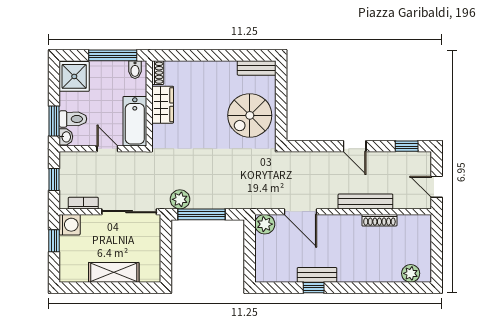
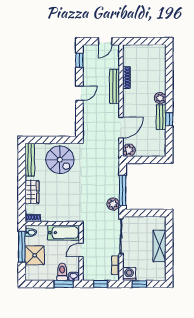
bench: (257, 68) -> (30, 160), width x1.36
shower: (74, 76) -> (35, 255), moved
wardrobe: (163, 105) -> (32, 192), moved, turned 90
plant: (411, 273) -> (160, 98), moved

